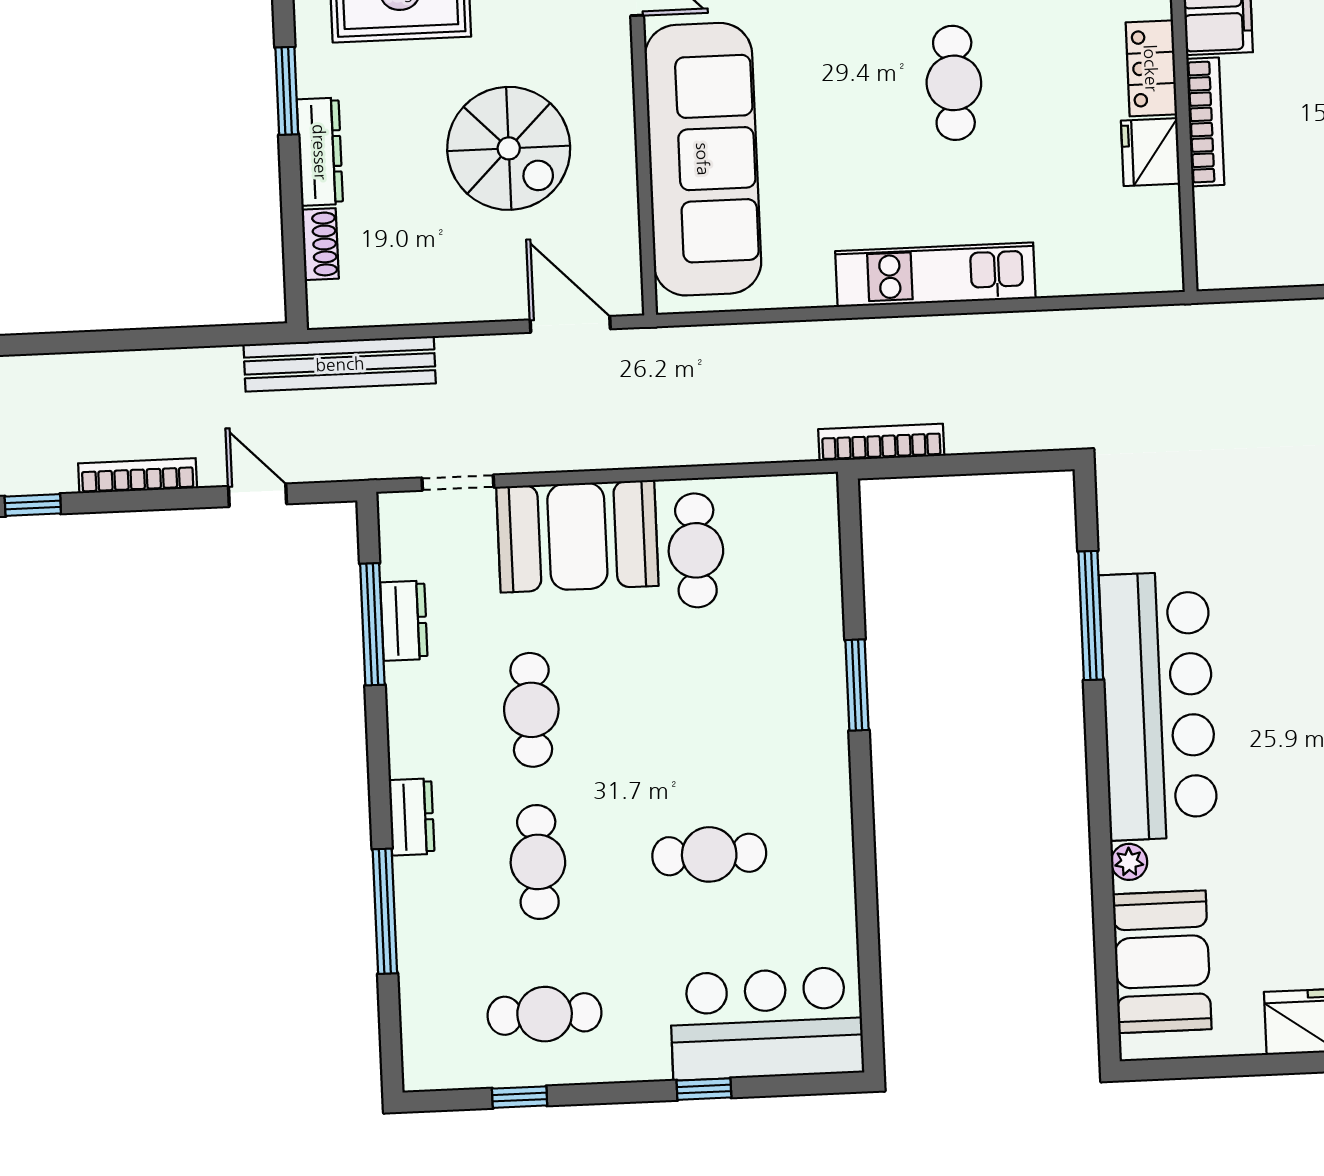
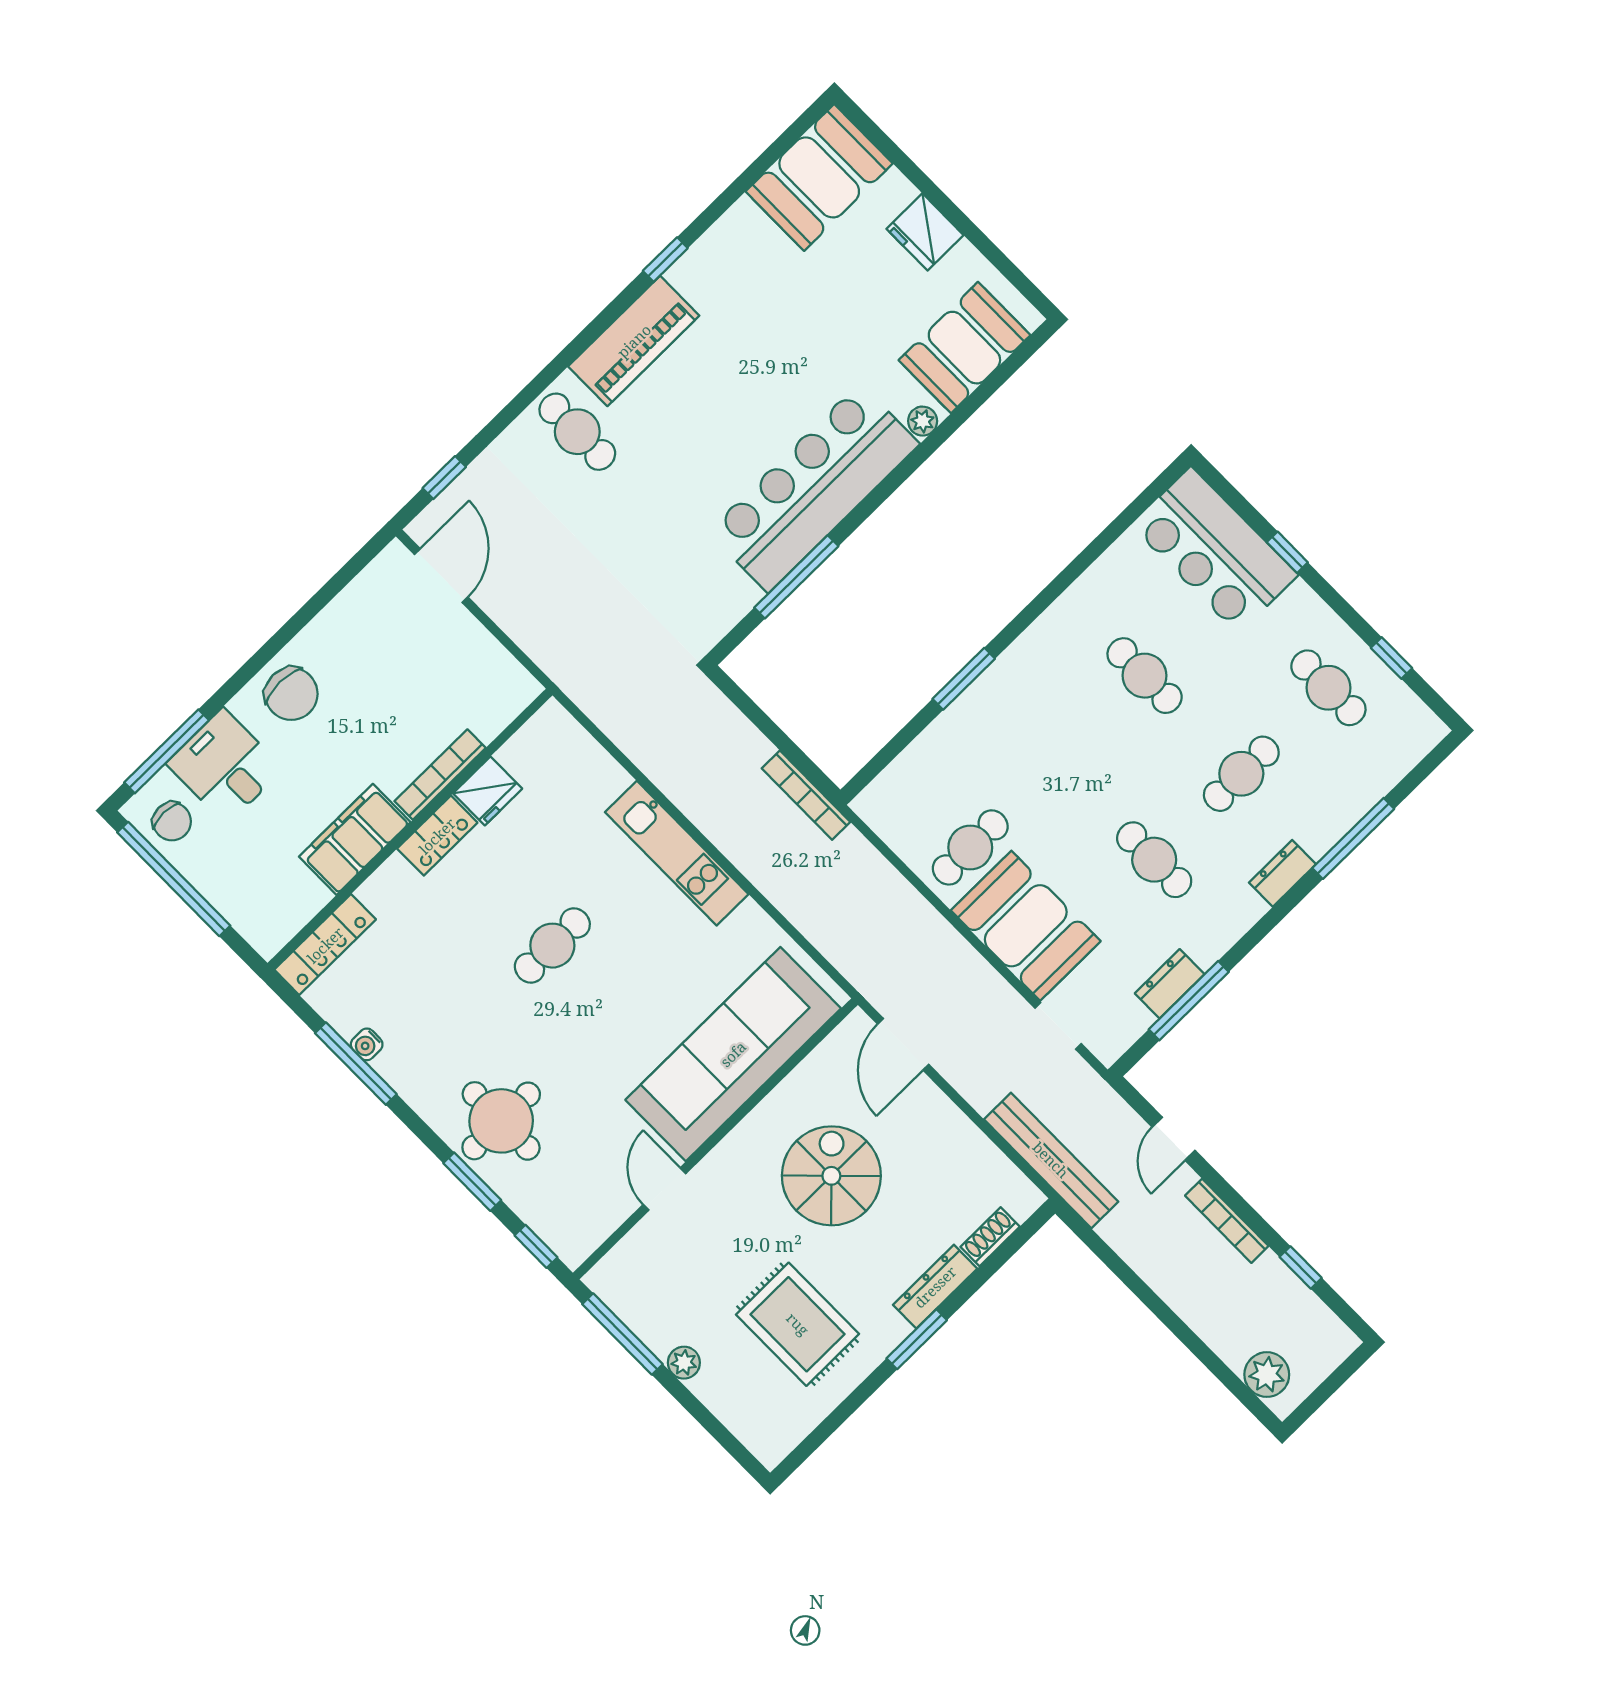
cafe table: (531, 710) -> (1154, 860), turned 90

